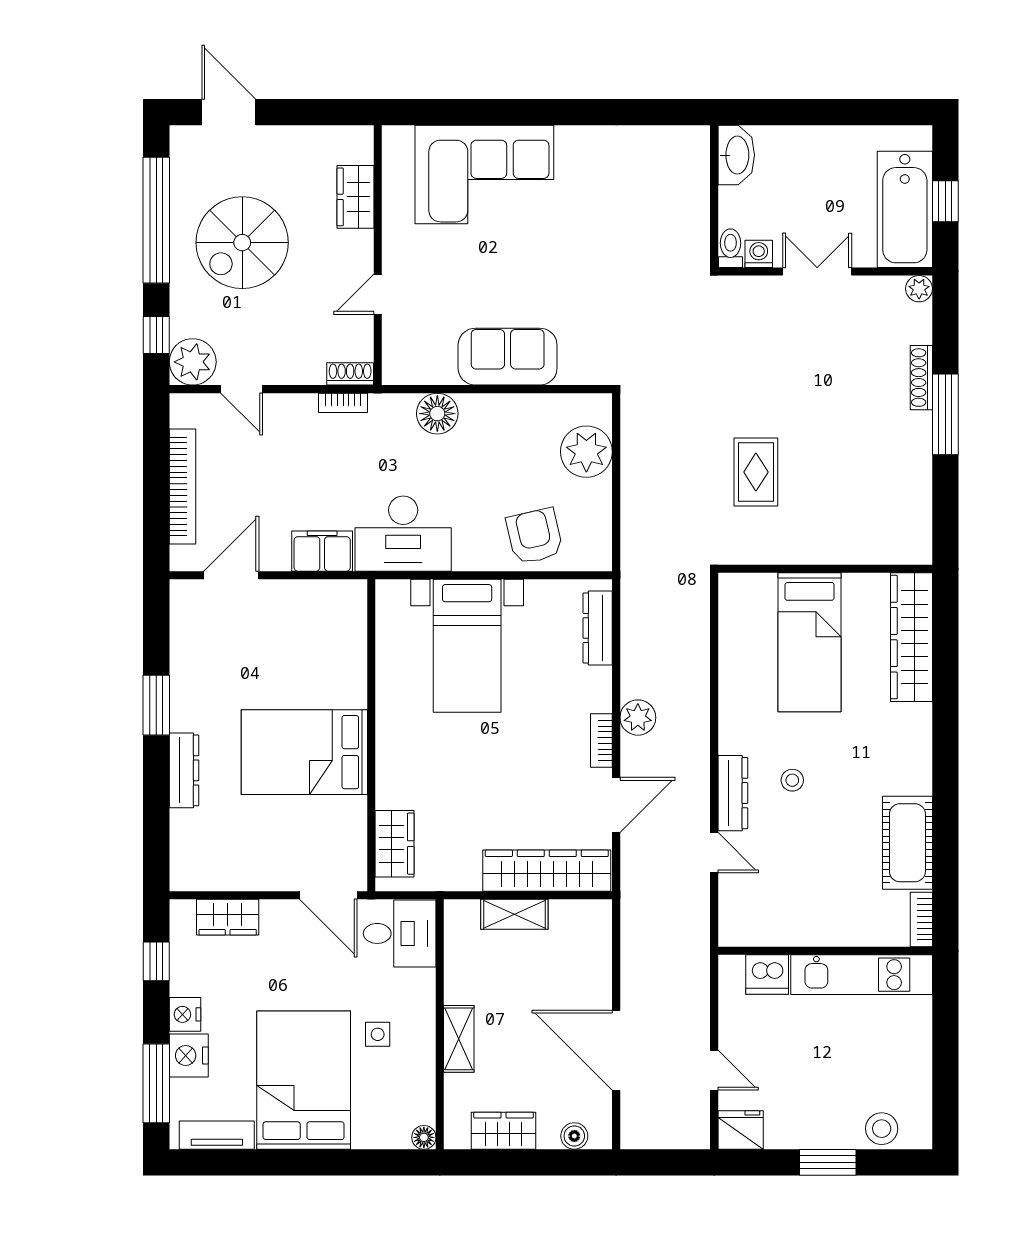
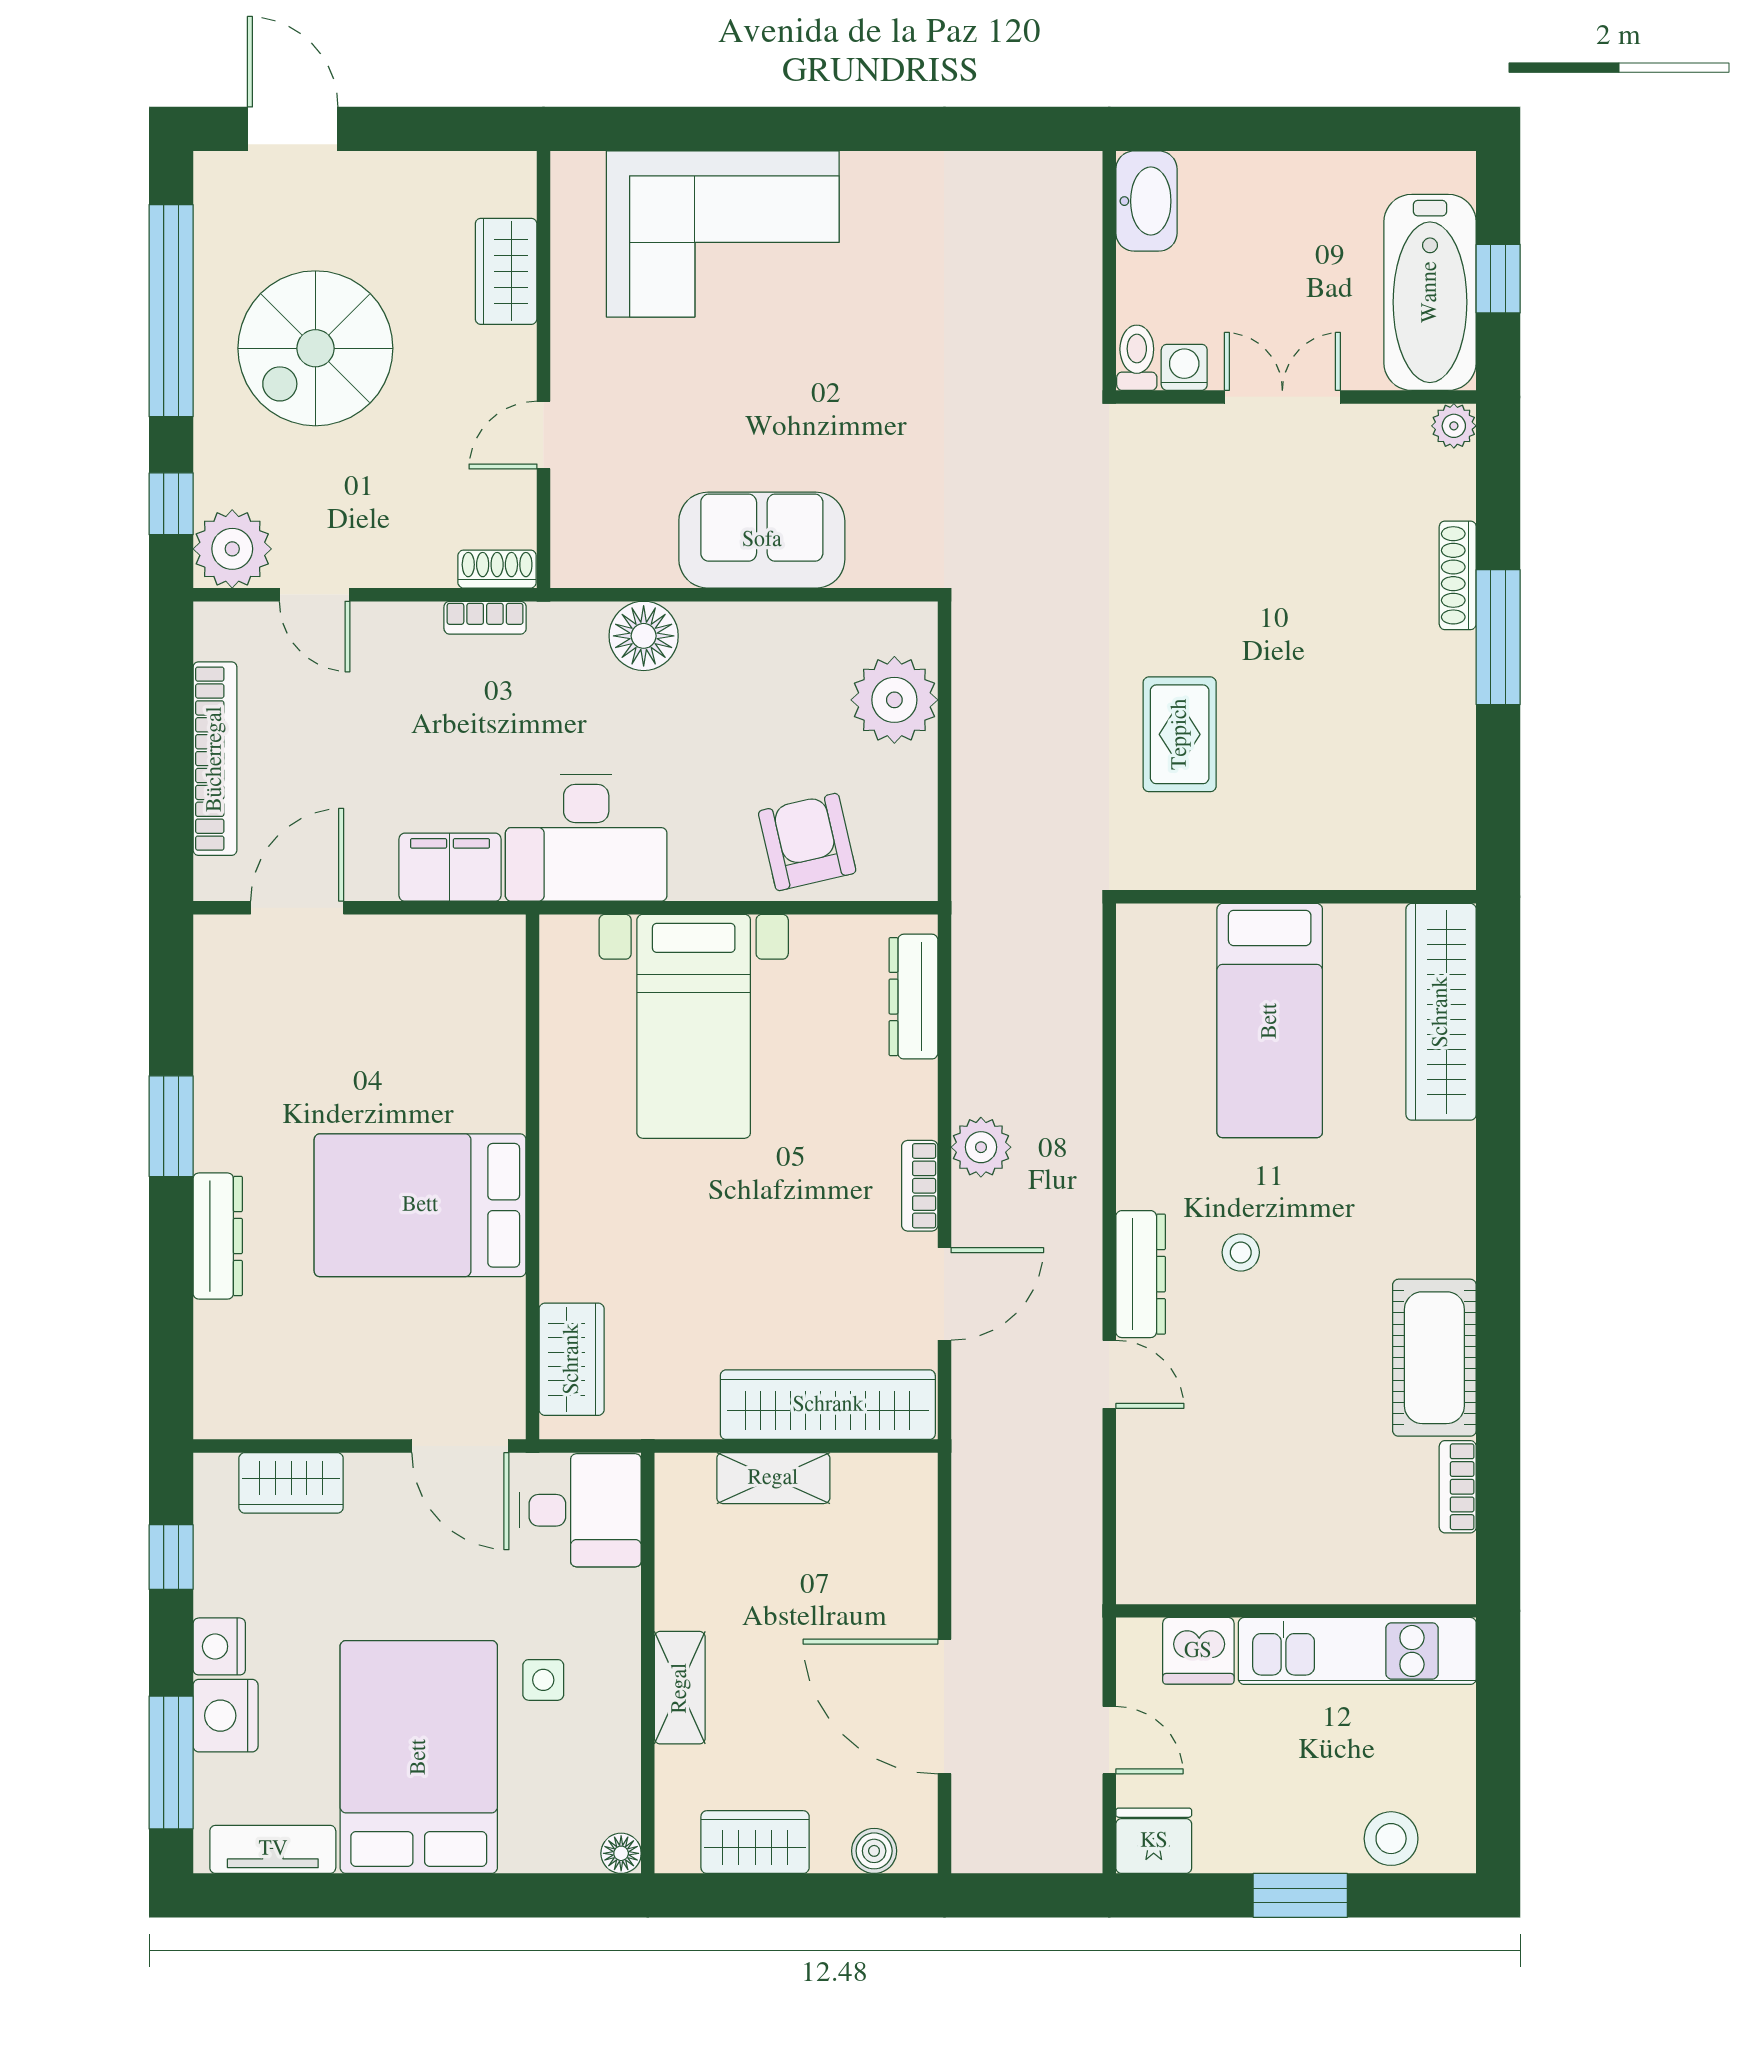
wall: (825, 951) -> (1296, 1611), moved
dishwasher: (767, 975) -> (1198, 1651), moved
kitchen unit: (862, 975) -> (1357, 1651), moved

